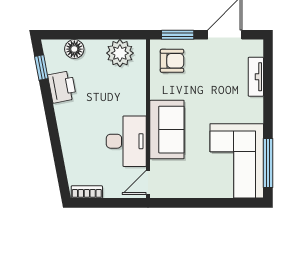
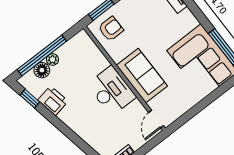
window: (85, 35) -> (42, 55), added
plant: (120, 53) -> (53, 60), moved, width x0.53, depth x0.53
desk: (126, 141) -> (111, 91), moved

